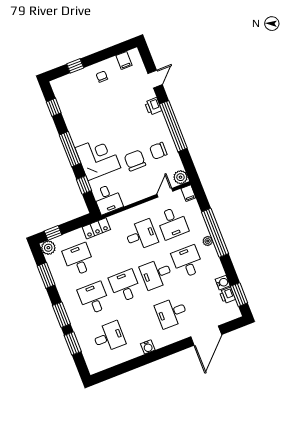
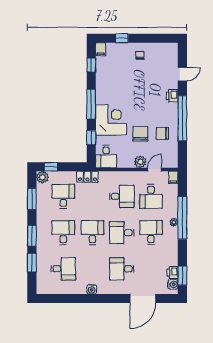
filing cabinet: (124, 60) -> (101, 49), moved
plant: (180, 177) -> (140, 162), moved
water cooler: (223, 283) -> (173, 284), moved

